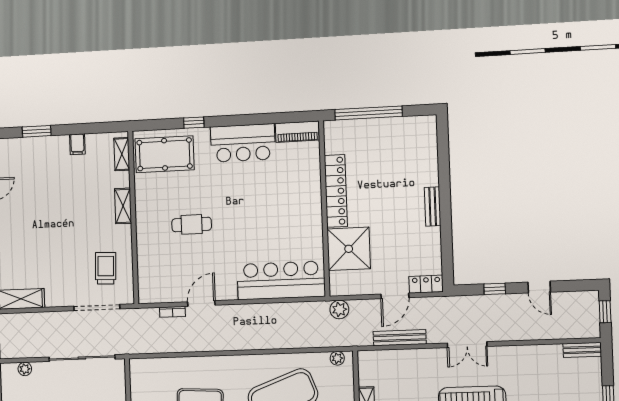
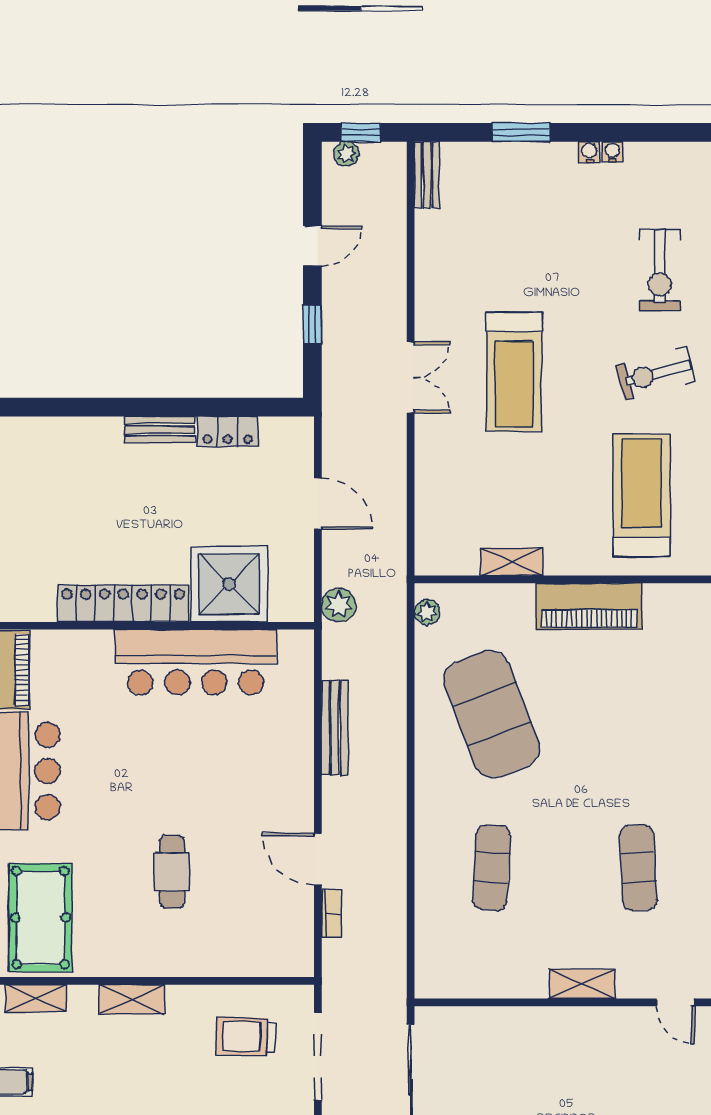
bar counter: (281, 280) -> (196, 662), moved, turned -90
locker: (426, 284) -> (228, 432), moved, turned -90
plant: (592, 304) -> (346, 154), added
bench: (400, 338) -> (335, 728), moved

